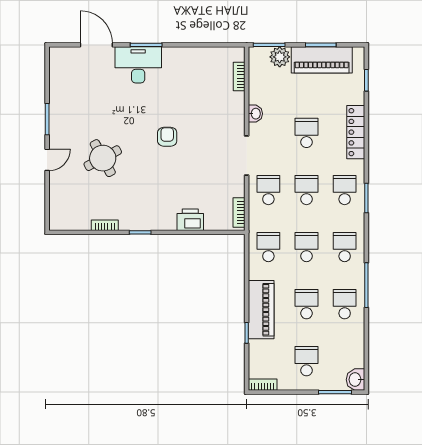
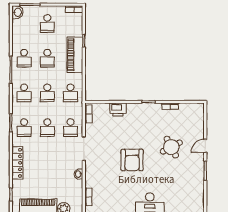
school desk: (307, 133) -> (47, 162), removed
armchair: (167, 137) -> (132, 160), width x1.88, depth x1.88

